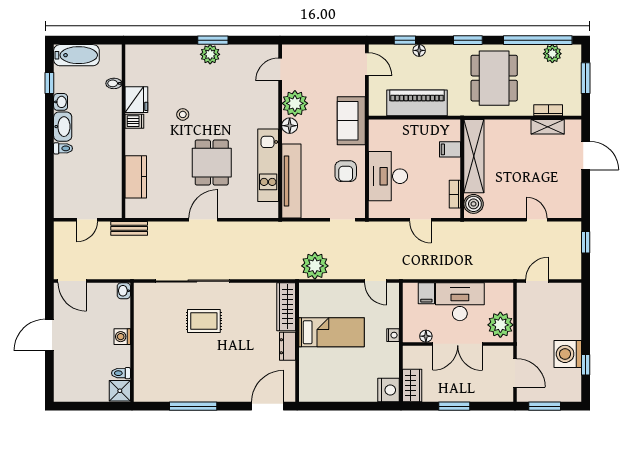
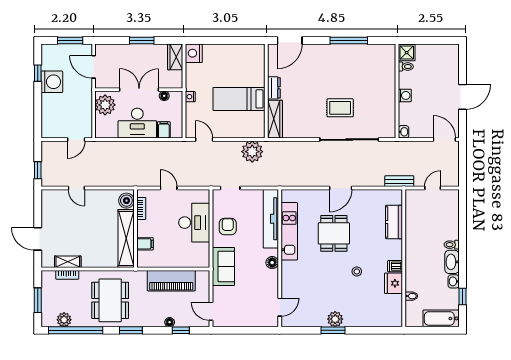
plant: (295, 103) -> (268, 280), removed

